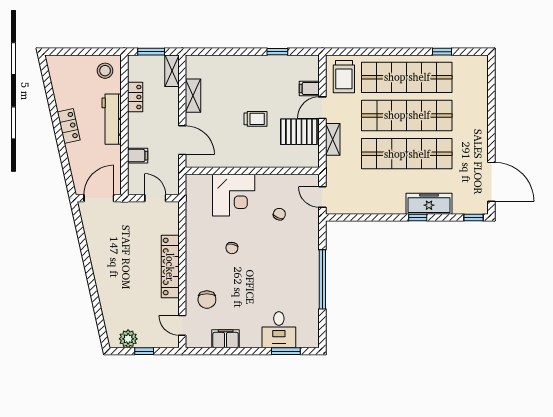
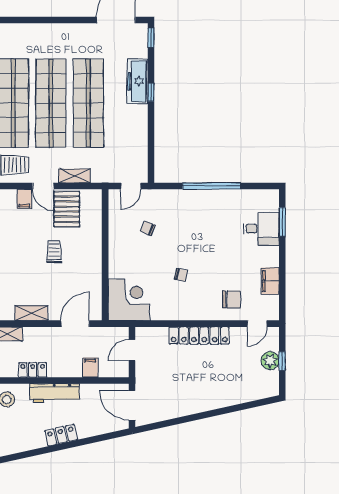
corner desk: (234, 195) -> (129, 300), moved
plant: (128, 339) -> (270, 361), moved

